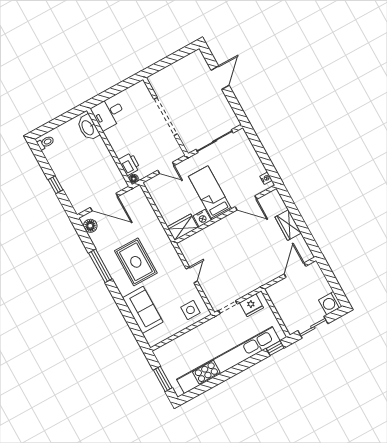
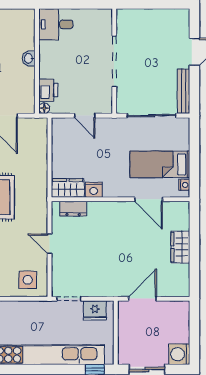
bench: (228, 110) -> (183, 91), added
washbasin: (88, 128) -> (29, 58), moved, width x0.52, depth x0.69
bed: (210, 193) -> (160, 164), moved, turned -90
dresser: (195, 240) -> (73, 209), added
door: (295, 270) -> (143, 299), moved
door: (192, 275) -> (50, 244), swing flipped

